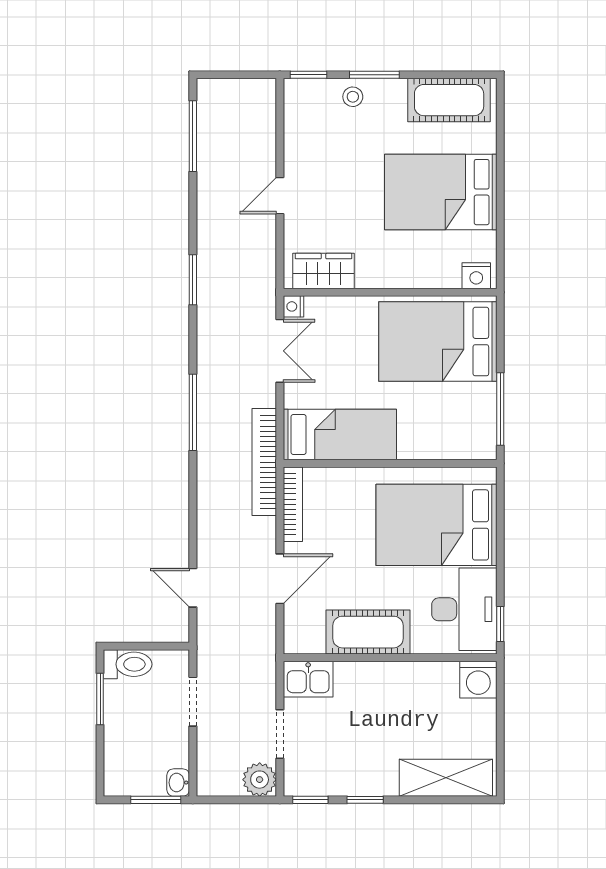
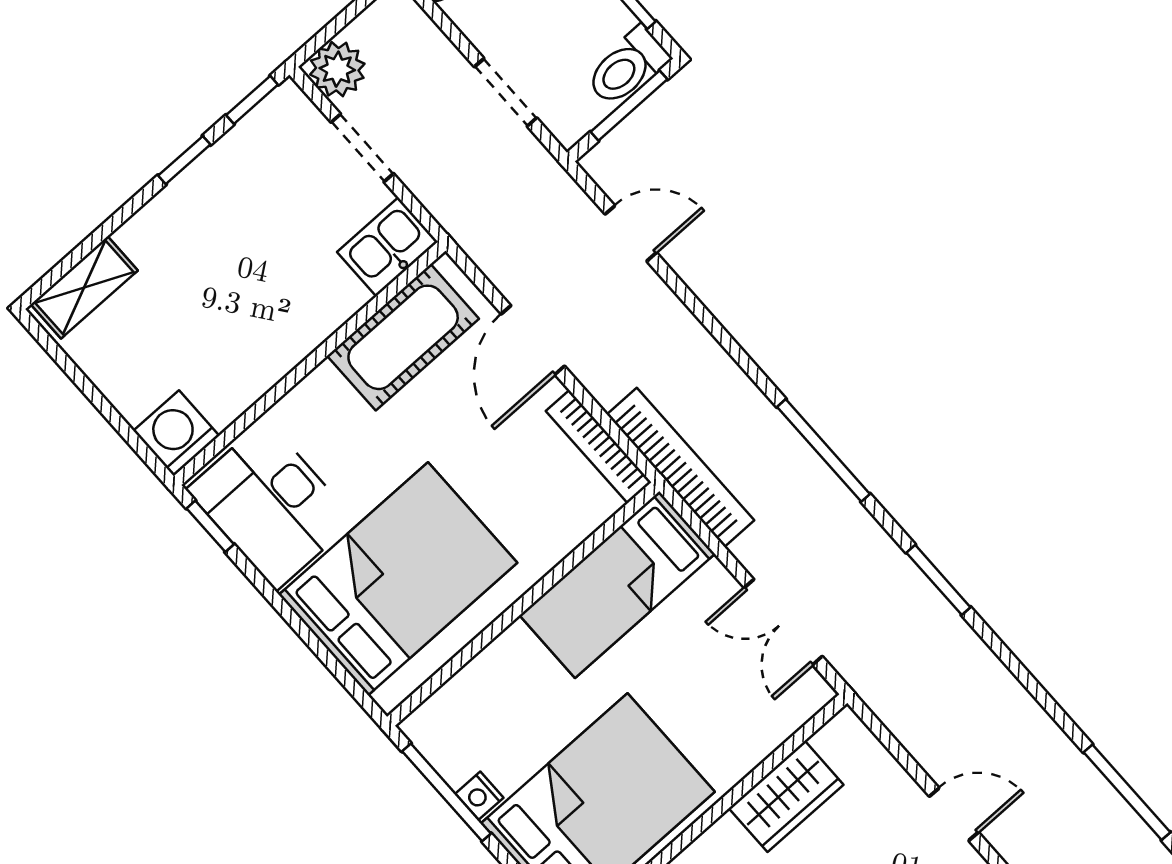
door: (280, 196) -> (954, 814), hinge flipped
wardrobe: (324, 271) -> (786, 796), moved
window: (193, 280) -> (938, 580), moved
nightstand: (293, 306) -> (479, 796), moved, turned 180
cot: (368, 632) -> (403, 337), moved
window: (142, 646) -> (629, 106), added
shelving: (446, 778) -> (84, 287), width x0.67, depth x0.75

